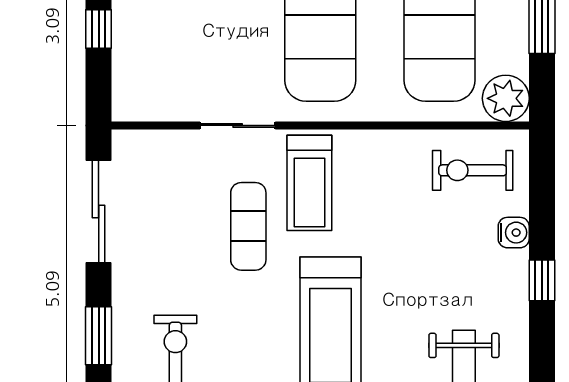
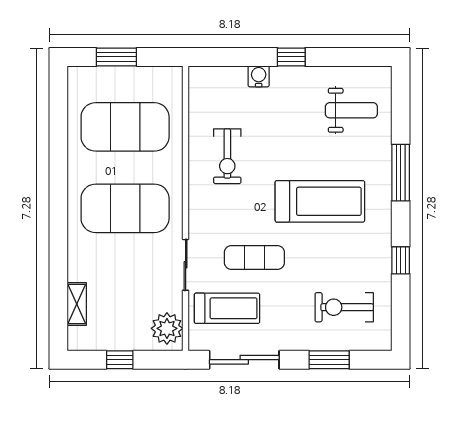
plant: (506, 98) -> (167, 328), moved
exercise bike: (473, 170) -> (227, 156), moved
treadmill: (309, 183) -> (227, 308), moved

